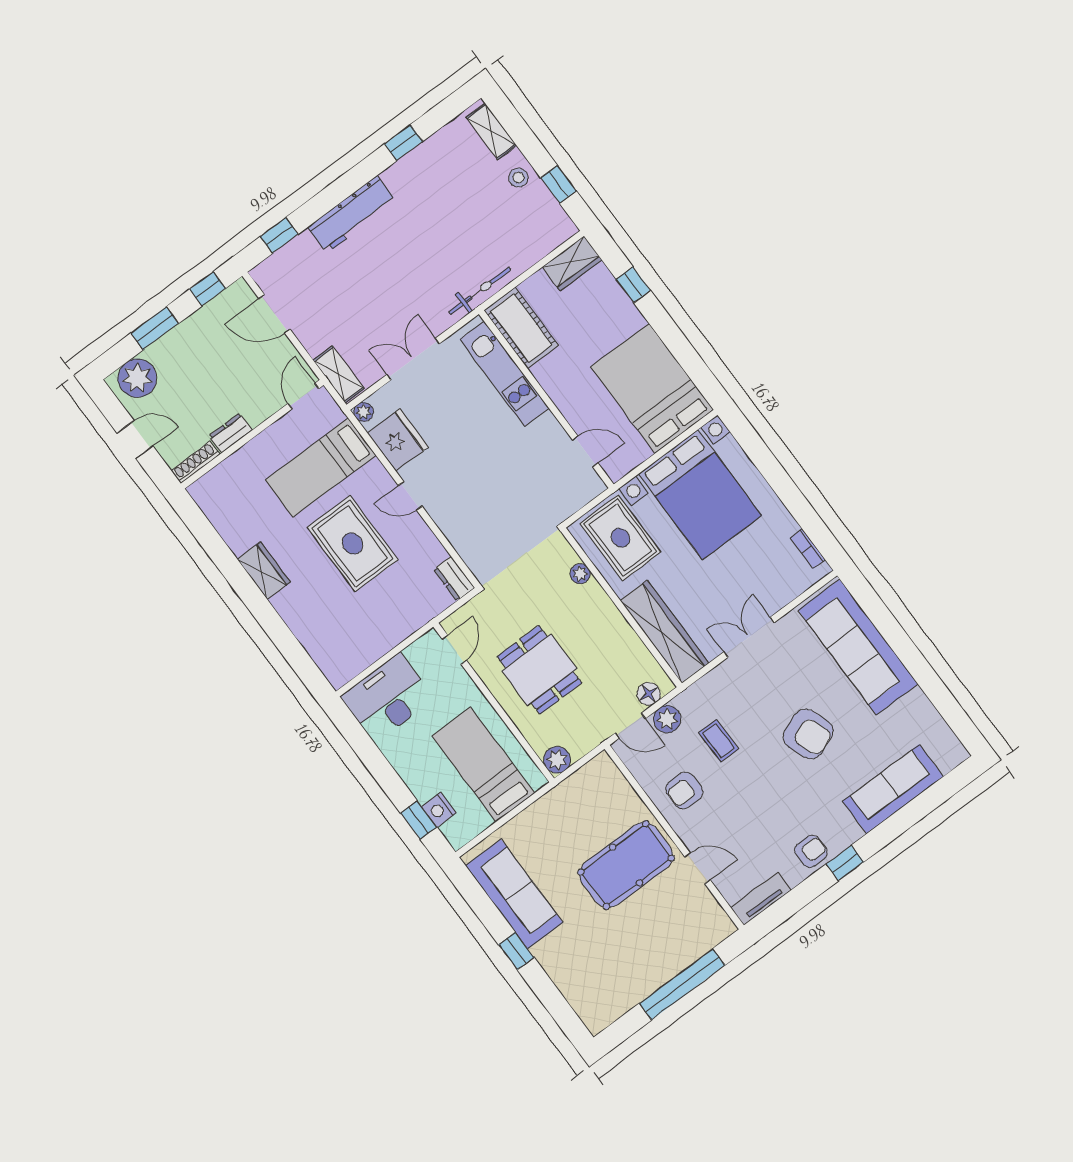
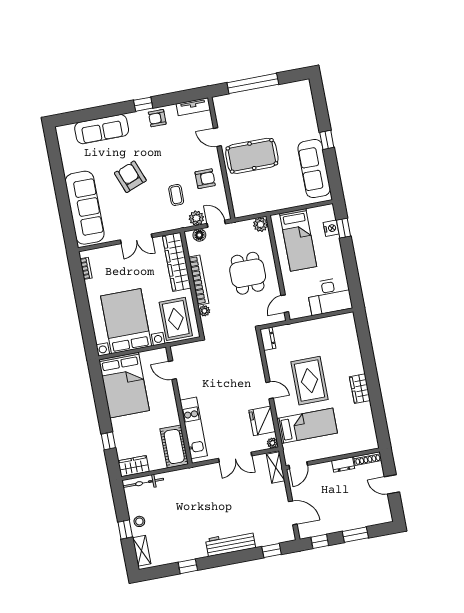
window: (559, 184) -> (125, 530), moved
bicycle: (480, 291) -> (143, 483), moved
plant: (137, 378) -> (376, 514), removed
bookcase: (614, 620) -> (199, 280), added

